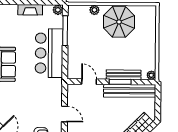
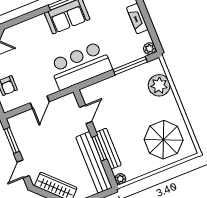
plant: (94, 10) -> (159, 85), width x1.87, depth x1.87
parasol: (119, 22) -> (164, 140), moved
bar counter: (49, 53) -> (80, 66), moved

